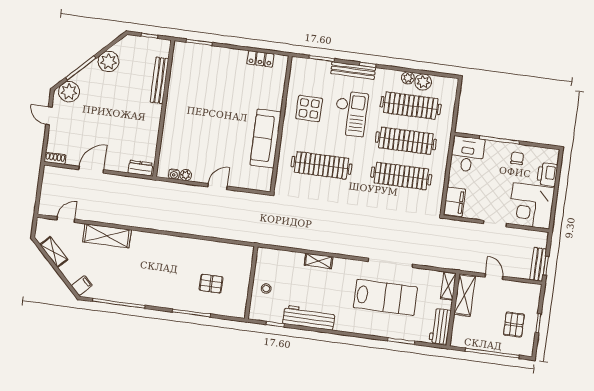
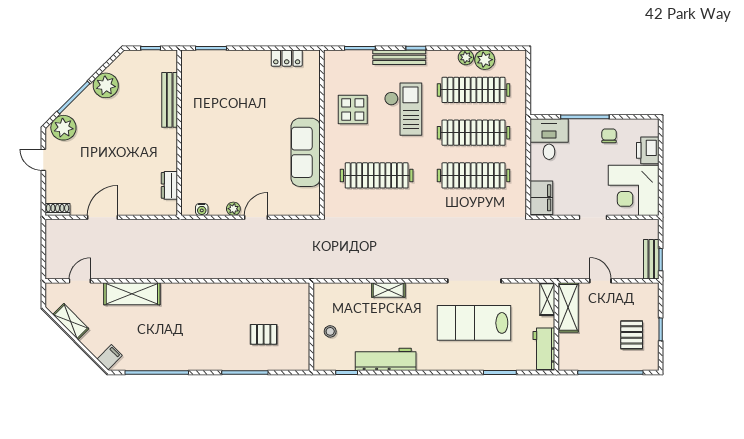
dresser: (140, 168) -> (169, 185), moved, turned -90
plant: (186, 175) -> (233, 209), moved
lab bench: (385, 297) -> (474, 323), turned 180

